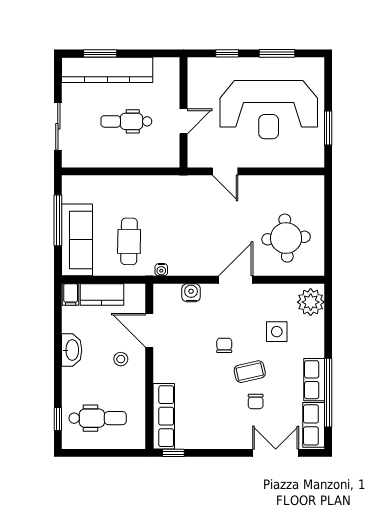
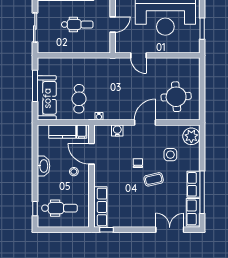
dental chair: (126, 121) -> (77, 24), turned 180
filing cabinet: (71, 294) -> (82, 132), moved
chair: (256, 402) -> (157, 198), removed

